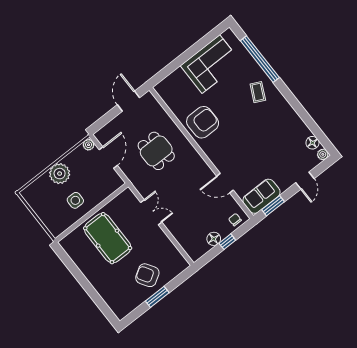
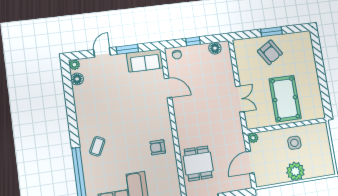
armchair: (203, 122) -> (158, 147), width x0.53, depth x0.53
plant: (89, 145) -> (253, 138), moved
dining table: (156, 151) -> (198, 163), moved
window: (273, 206) -> (127, 49), moved
double door: (151, 212) -> (240, 99), swing flipped
floor lamp: (214, 239) -> (215, 48), moved

